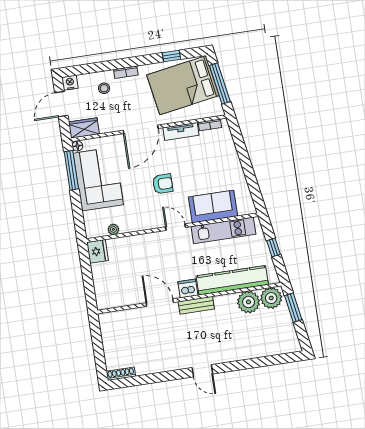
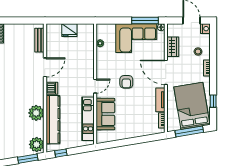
wardrobe: (84, 128) -> (173, 47), moved
window: (274, 248) -> (61, 153), moved
fridge: (98, 251) -> (69, 30), moved
plant: (249, 302) -> (36, 113), moved
bench: (196, 305) -> (39, 40), moved

